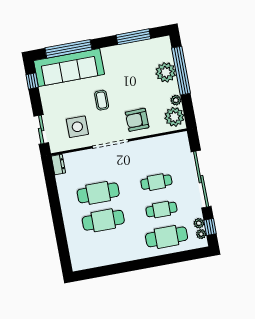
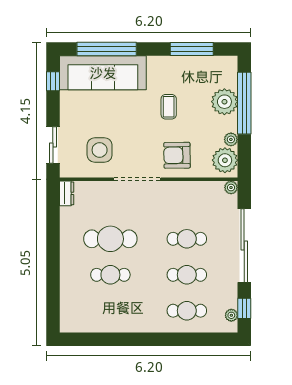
coffee table: (102, 100) -> (169, 107), moved
cafe table: (103, 220) -> (110, 275), width x0.73, depth x0.74
plant: (199, 223) -> (231, 188), moved
cafe table: (167, 237) -> (187, 311), width x0.73, depth x0.74

